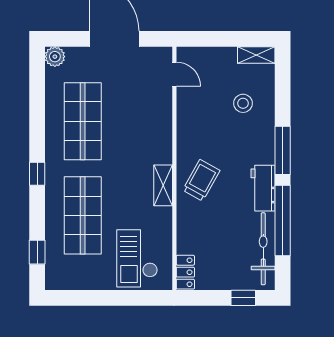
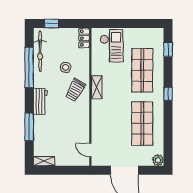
stool: (243, 103) -> (66, 67), moved
window: (283, 150) -> (29, 127), moved
workbench: (263, 188) -> (40, 101), moved

